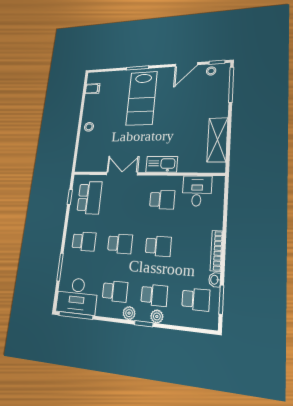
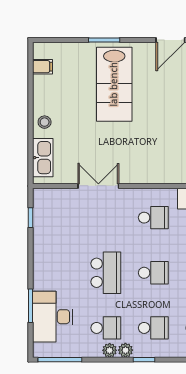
kitchen sink: (162, 164) -> (43, 158), moved, turned 90
school desk: (89, 198) -> (58, 218), removed
school desk: (84, 241) -> (58, 273), removed
school desk: (120, 244) -> (106, 273), width x1.85
desk: (77, 296) -> (53, 317), moved, turned 90
plant: (157, 316) -> (110, 350), moved

